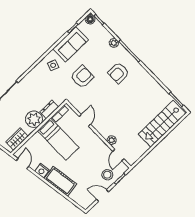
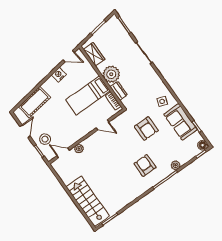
cot: (60, 181) -> (35, 102), moved

